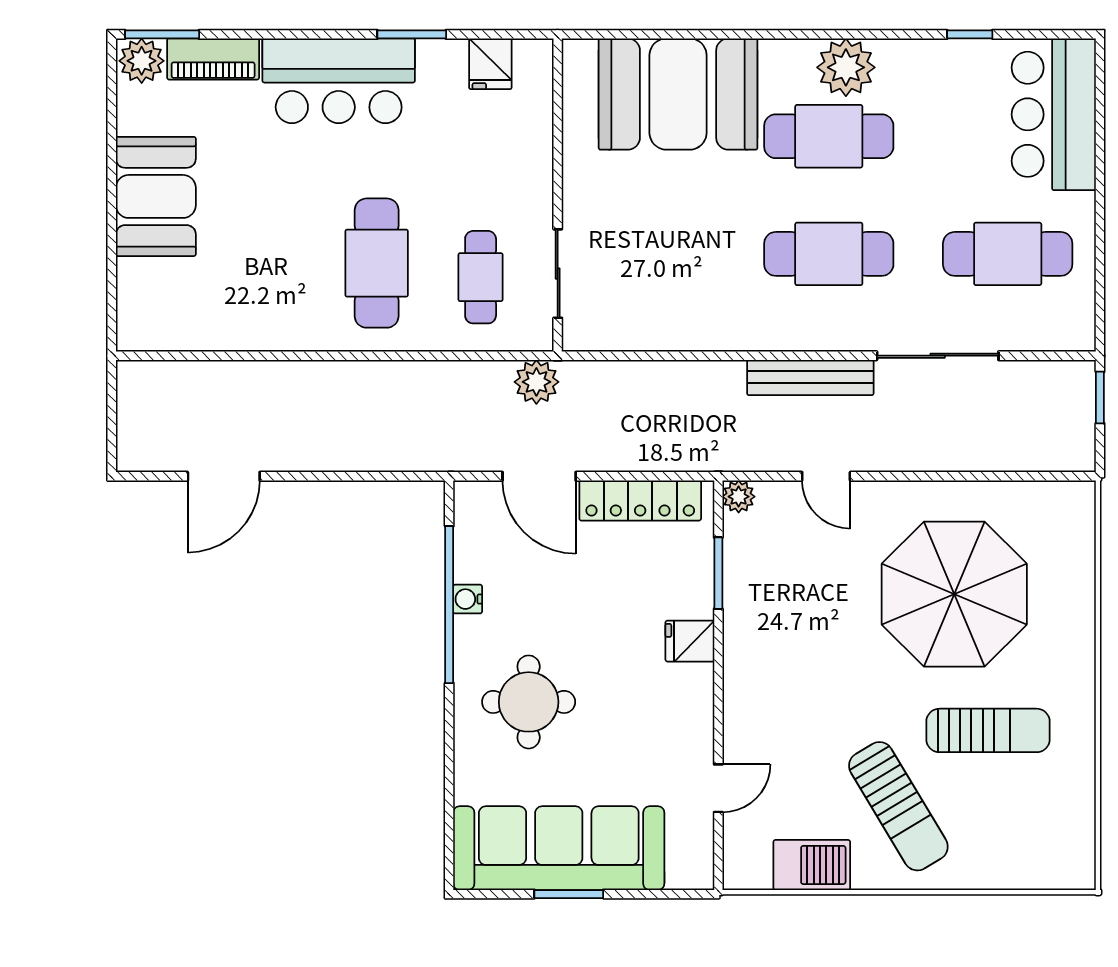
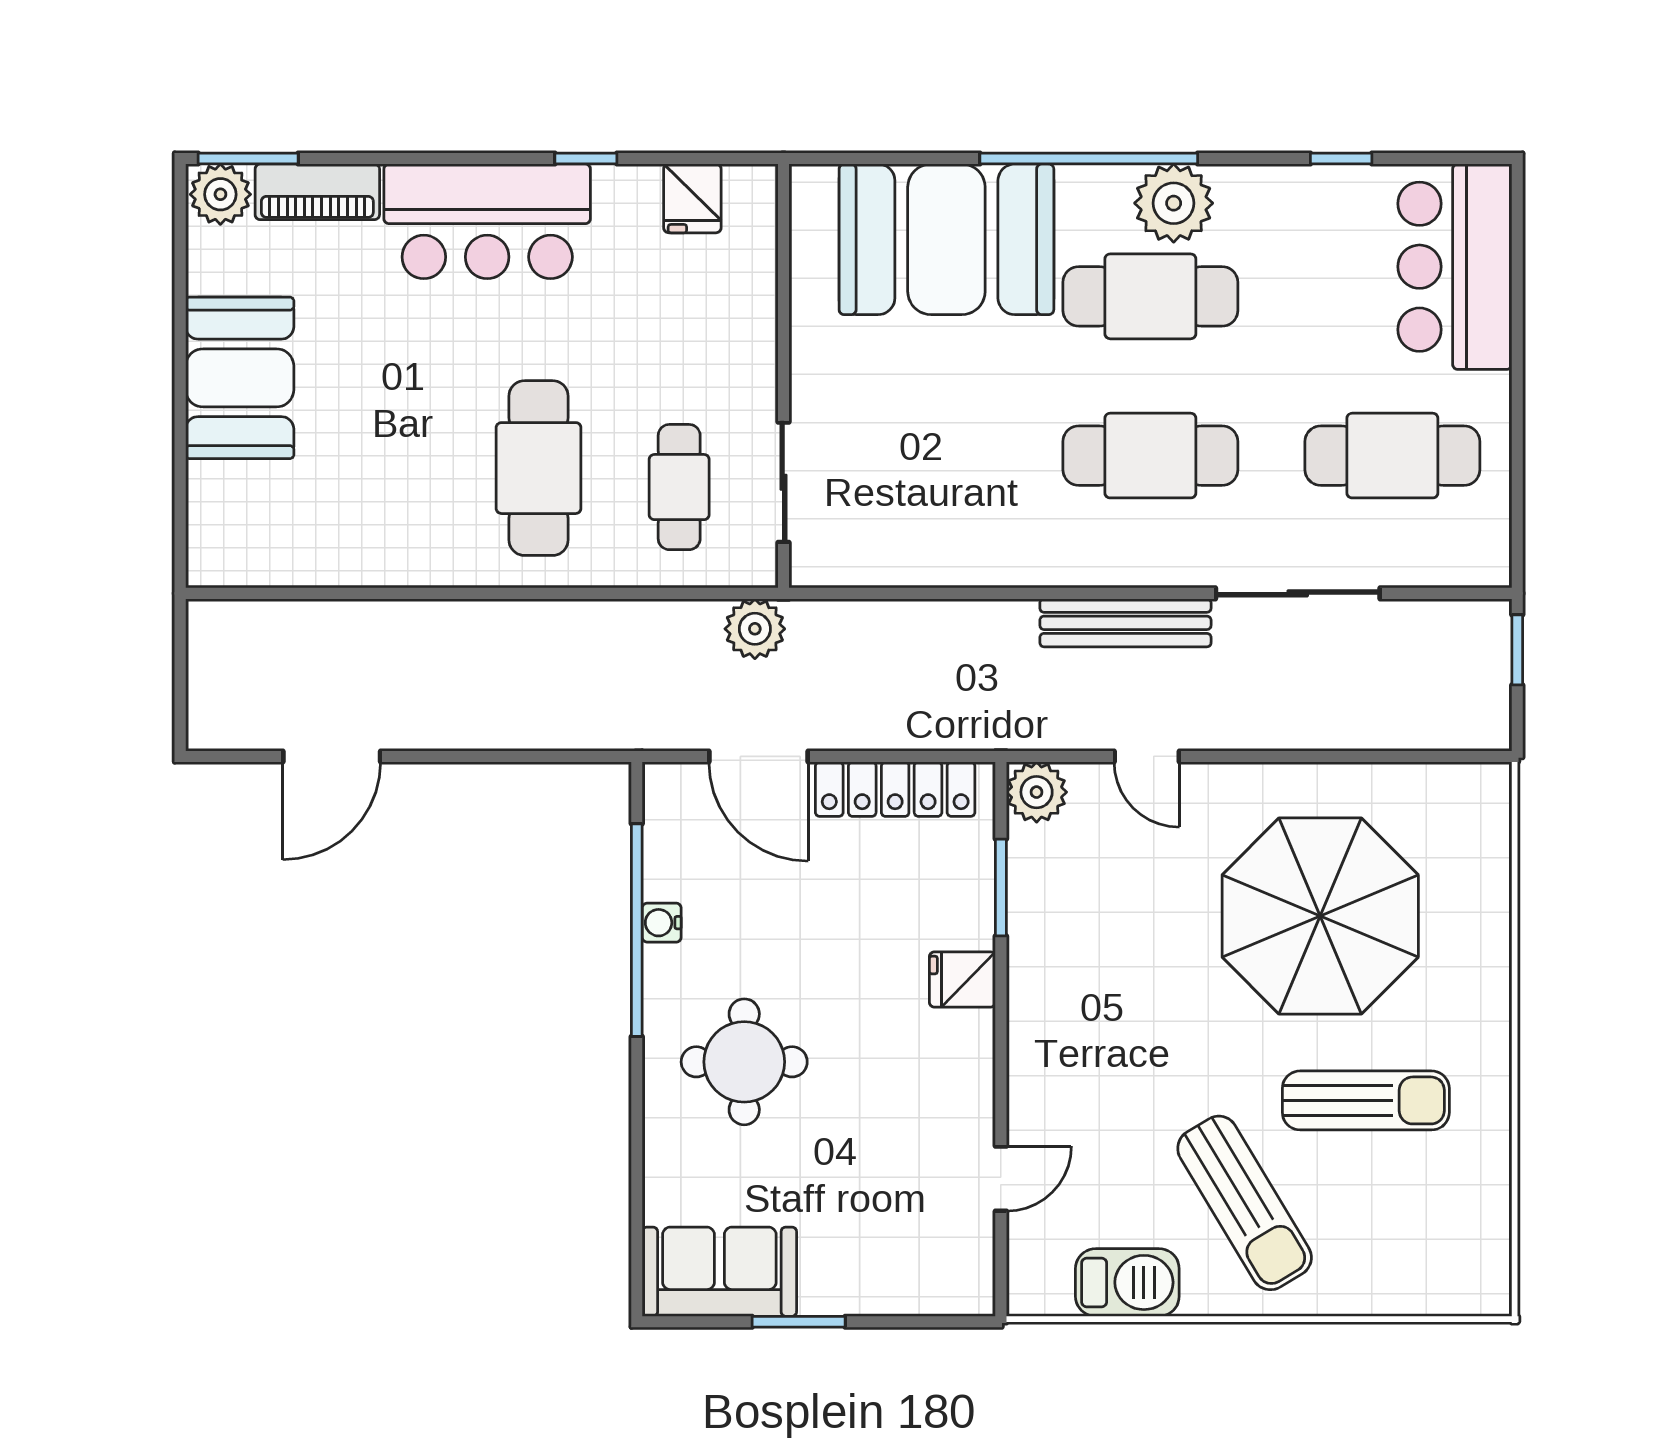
window: (412, 34) -> (586, 159), width x0.67
window: (783, 34) -> (1089, 159), added
plant: (739, 497) -> (1037, 792), width x1.38, depth x1.38
sofa: (559, 848) -> (719, 1272), width x0.54, depth x0.79

